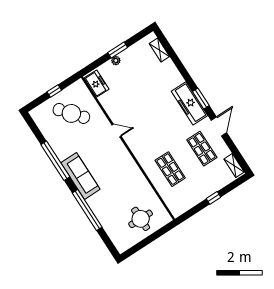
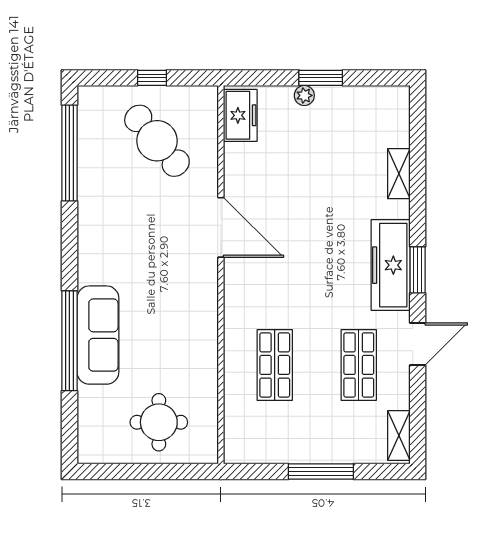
shelving: (159, 50) -> (399, 174), moved
door: (116, 130) -> (221, 227), width x1.87
window: (55, 161) -> (69, 153), moved
sofa: (80, 176) -> (98, 335), moved
window: (214, 198) -> (321, 471), width x2.17

